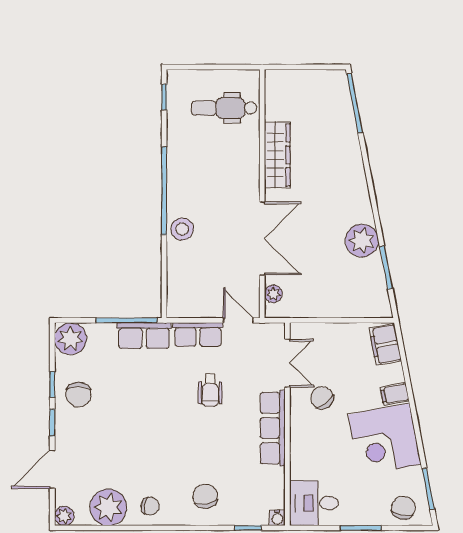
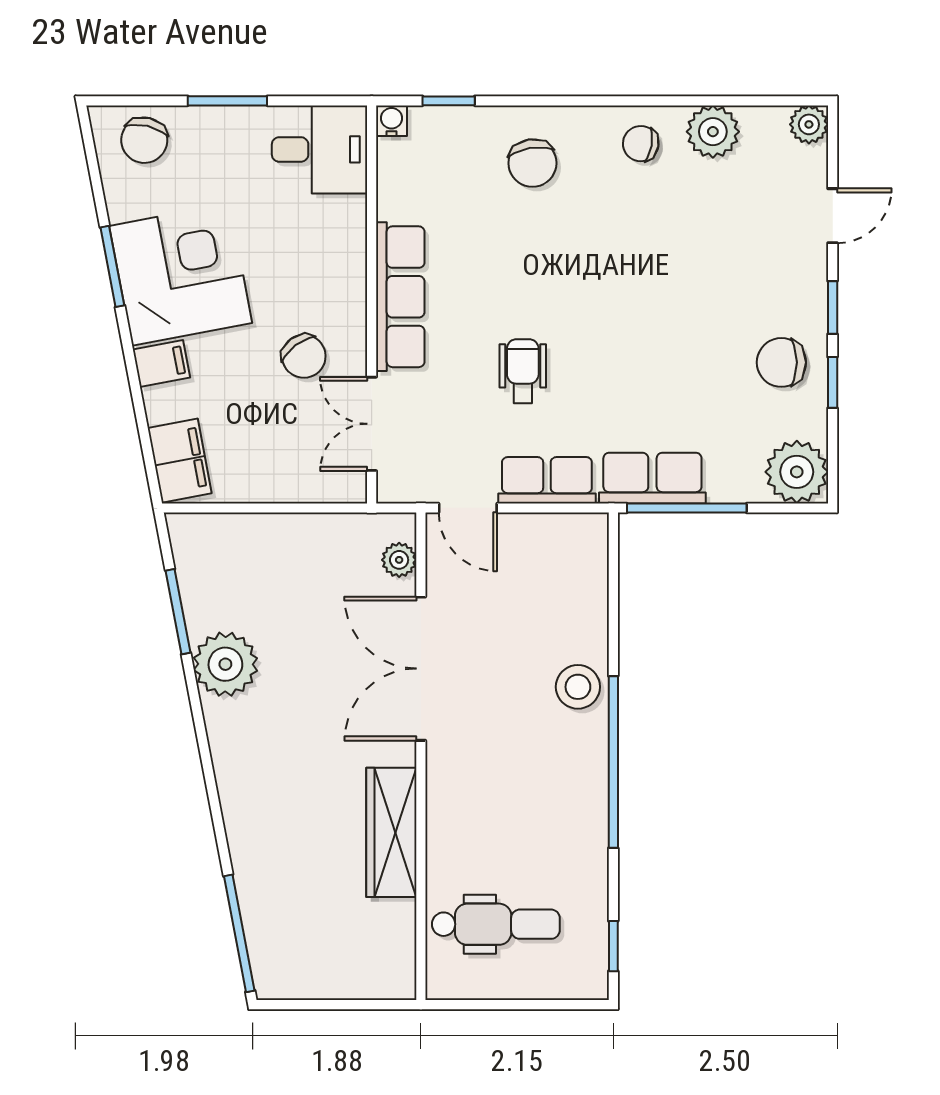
chair: (78, 395) -> (781, 362), turned -90
door: (52, 469) -> (833, 216), width x0.73
window: (428, 489) -> (112, 266), moved
plant: (108, 507) -> (713, 132), width x0.73, depth x0.73

